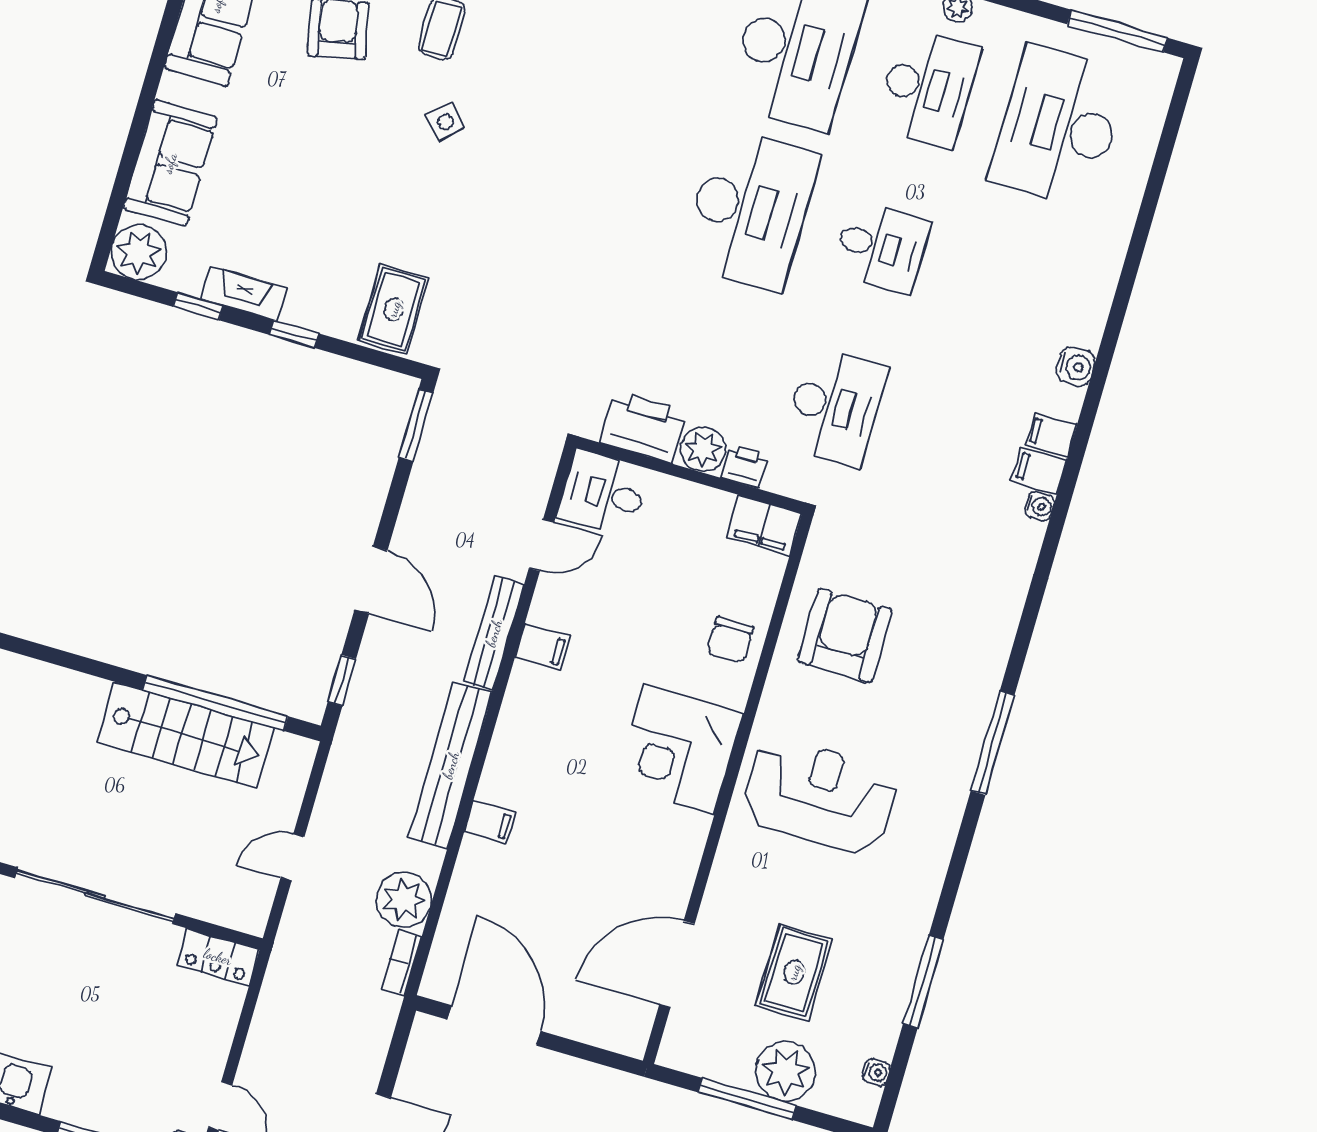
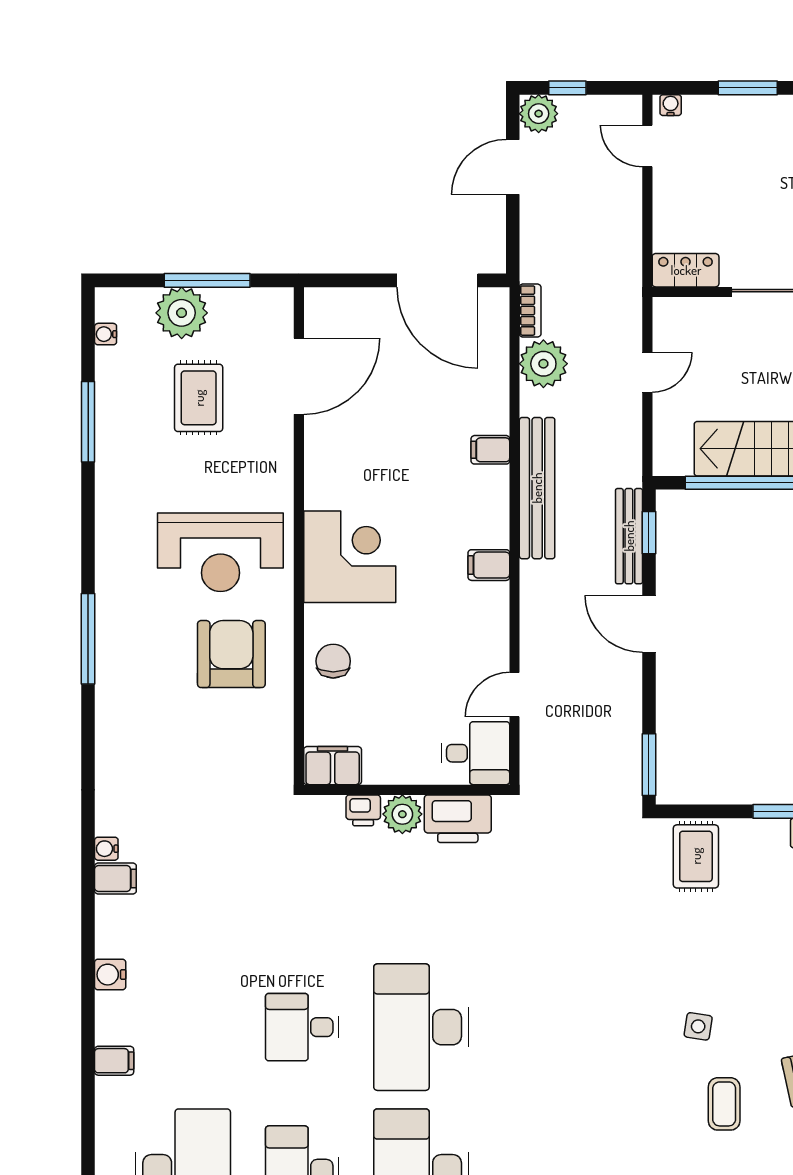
side table: (446, 122) -> (698, 1026), turned -38
desk: (835, 407) -> (302, 882), removed
filing cabinet: (1051, 435) -> (114, 1061), moved
bench: (494, 633) -> (629, 536), moved
armchair: (845, 635) -> (231, 654), moved, turned 180
filing cabinet: (542, 647) -> (489, 565), moved

